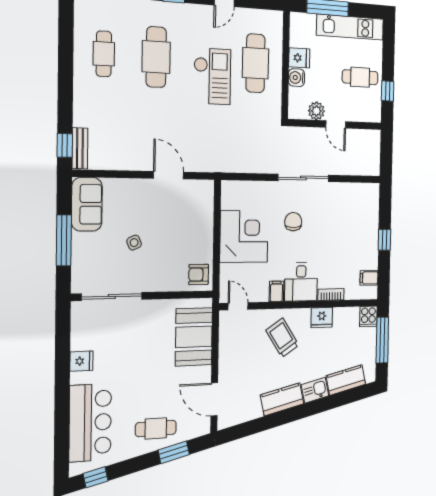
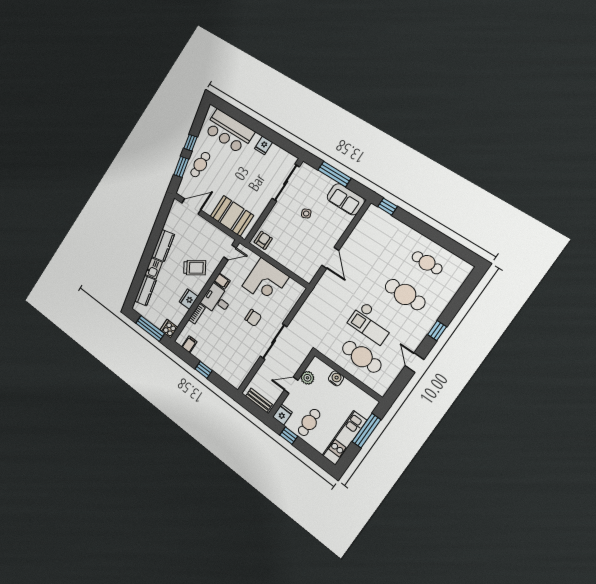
fridge: (299, 58) -> (282, 415), moved, turned 180
bench: (80, 148) -> (259, 400), moved
door: (169, 175) -> (330, 258), hinge flipped
window: (96, 477) -> (190, 143), moved

